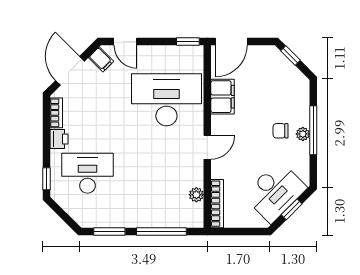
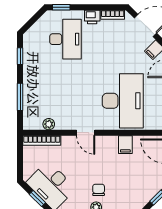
filing cabinet: (223, 97) -> (125, 145), width x0.50
window: (109, 232) -> (20, 56), width x0.67
window: (161, 232) -> (20, 97), width x0.69

